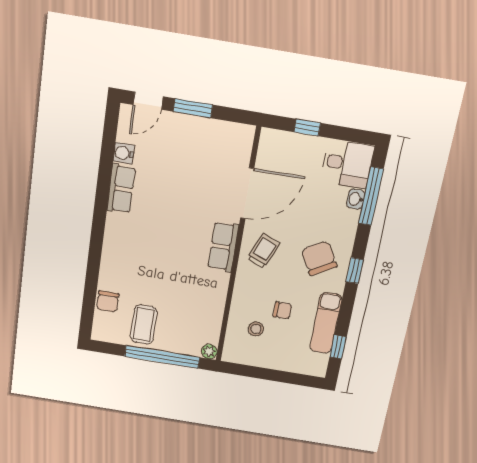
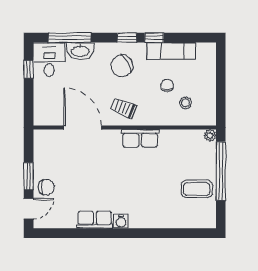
door: (148, 101) -> (29, 209), hinge flipped
window: (307, 128) -> (29, 69), moved
water cooler: (124, 153) -> (121, 221), moved
washbasin: (356, 199) -> (80, 51), width x1.91, depth x1.45
row of seats: (223, 247) -> (140, 138), moved
chair: (108, 301) -> (46, 187), moved
window: (338, 347) -> (154, 38), moved

